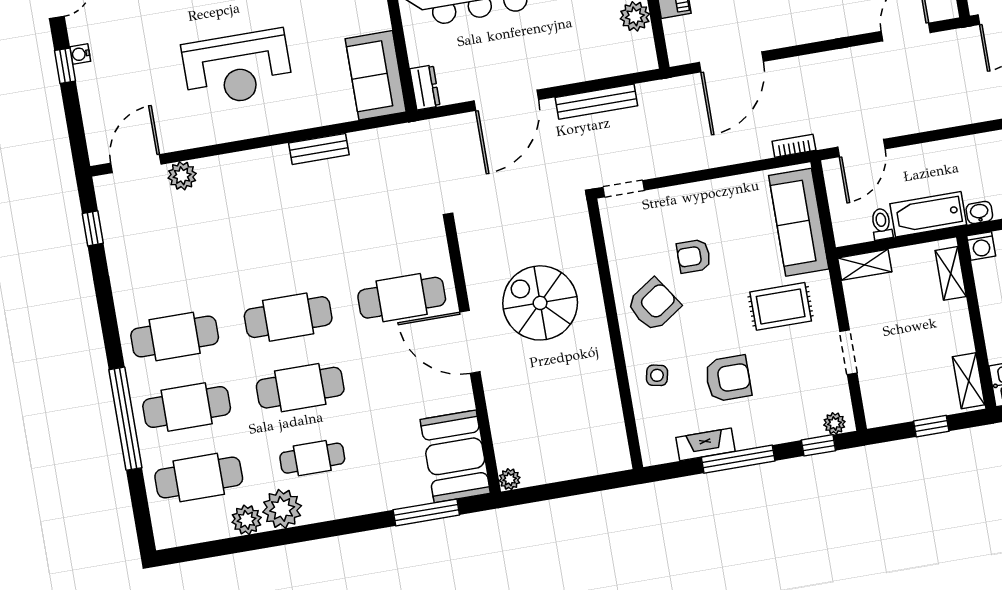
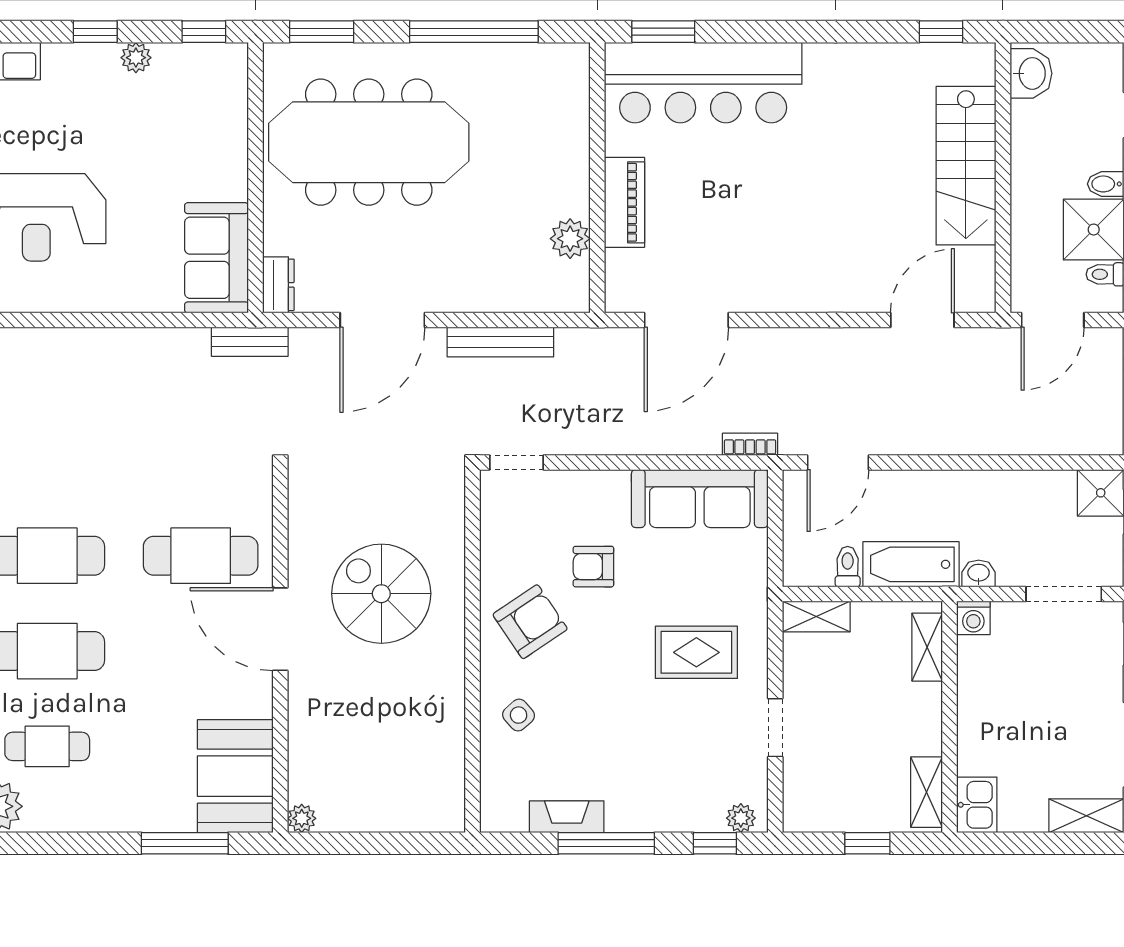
bench: (319, 149) -> (250, 342), moved
sofa: (799, 222) -> (700, 499), moved, turned -90
side table: (657, 375) -> (519, 715), turned 37
armchair: (728, 378) -> (611, 735), removed

